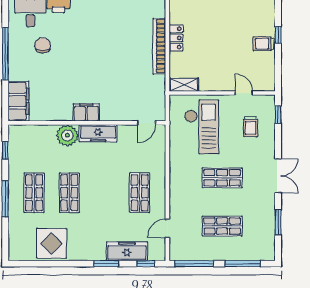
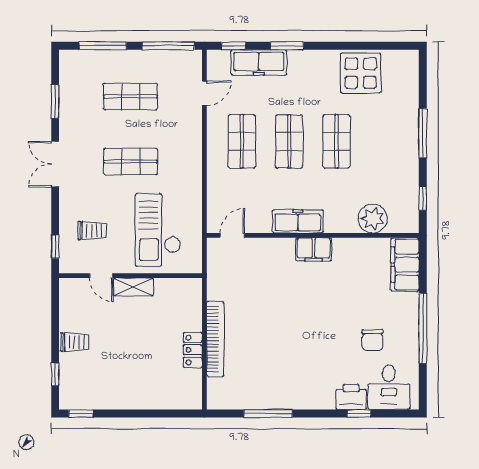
window: (278, 35) -> (55, 374), moved
shelving: (184, 85) -> (133, 287), moved
trolley: (251, 127) -> (92, 231), turned 90
plant: (67, 135) -> (373, 219), moved
shop shelf: (34, 193) -> (289, 141), moved

